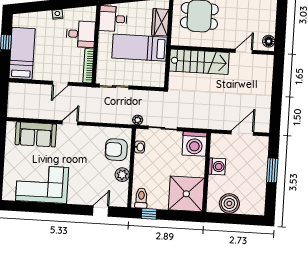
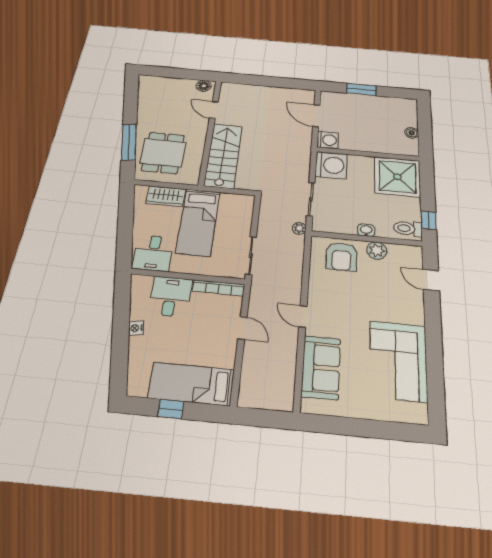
washbasin: (140, 147) -> (366, 230), moved
washing machine: (217, 166) -> (328, 140), moved, turned 90
boiler: (229, 203) -> (412, 133), width x0.54, depth x0.54

